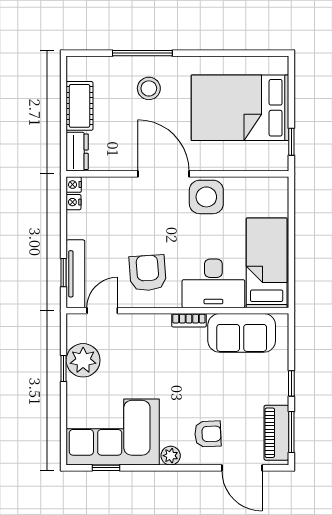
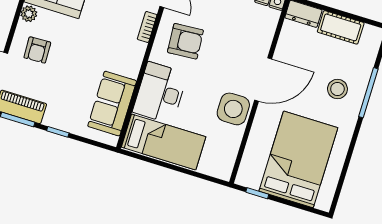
bookcase: (189, 320) -> (147, 27), moved

